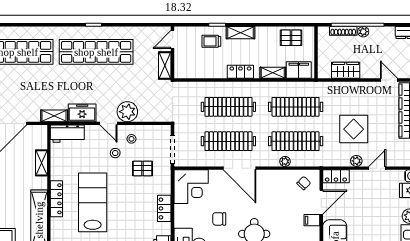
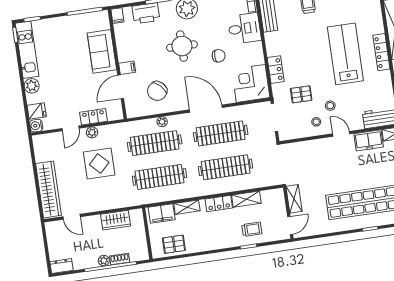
shoe rack: (343, 31) -> (120, 259), width x0.70
shelving: (241, 33) -> (246, 199), moved
plant: (127, 112) -> (324, 148), removed
locker: (336, 176) -> (93, 117), moved
chair: (304, 183) -> (157, 91), moved, width x1.87, depth x1.87
lab bench: (93, 202) -> (345, 54), turned 180
locker: (164, 208) -> (276, 70), moved

